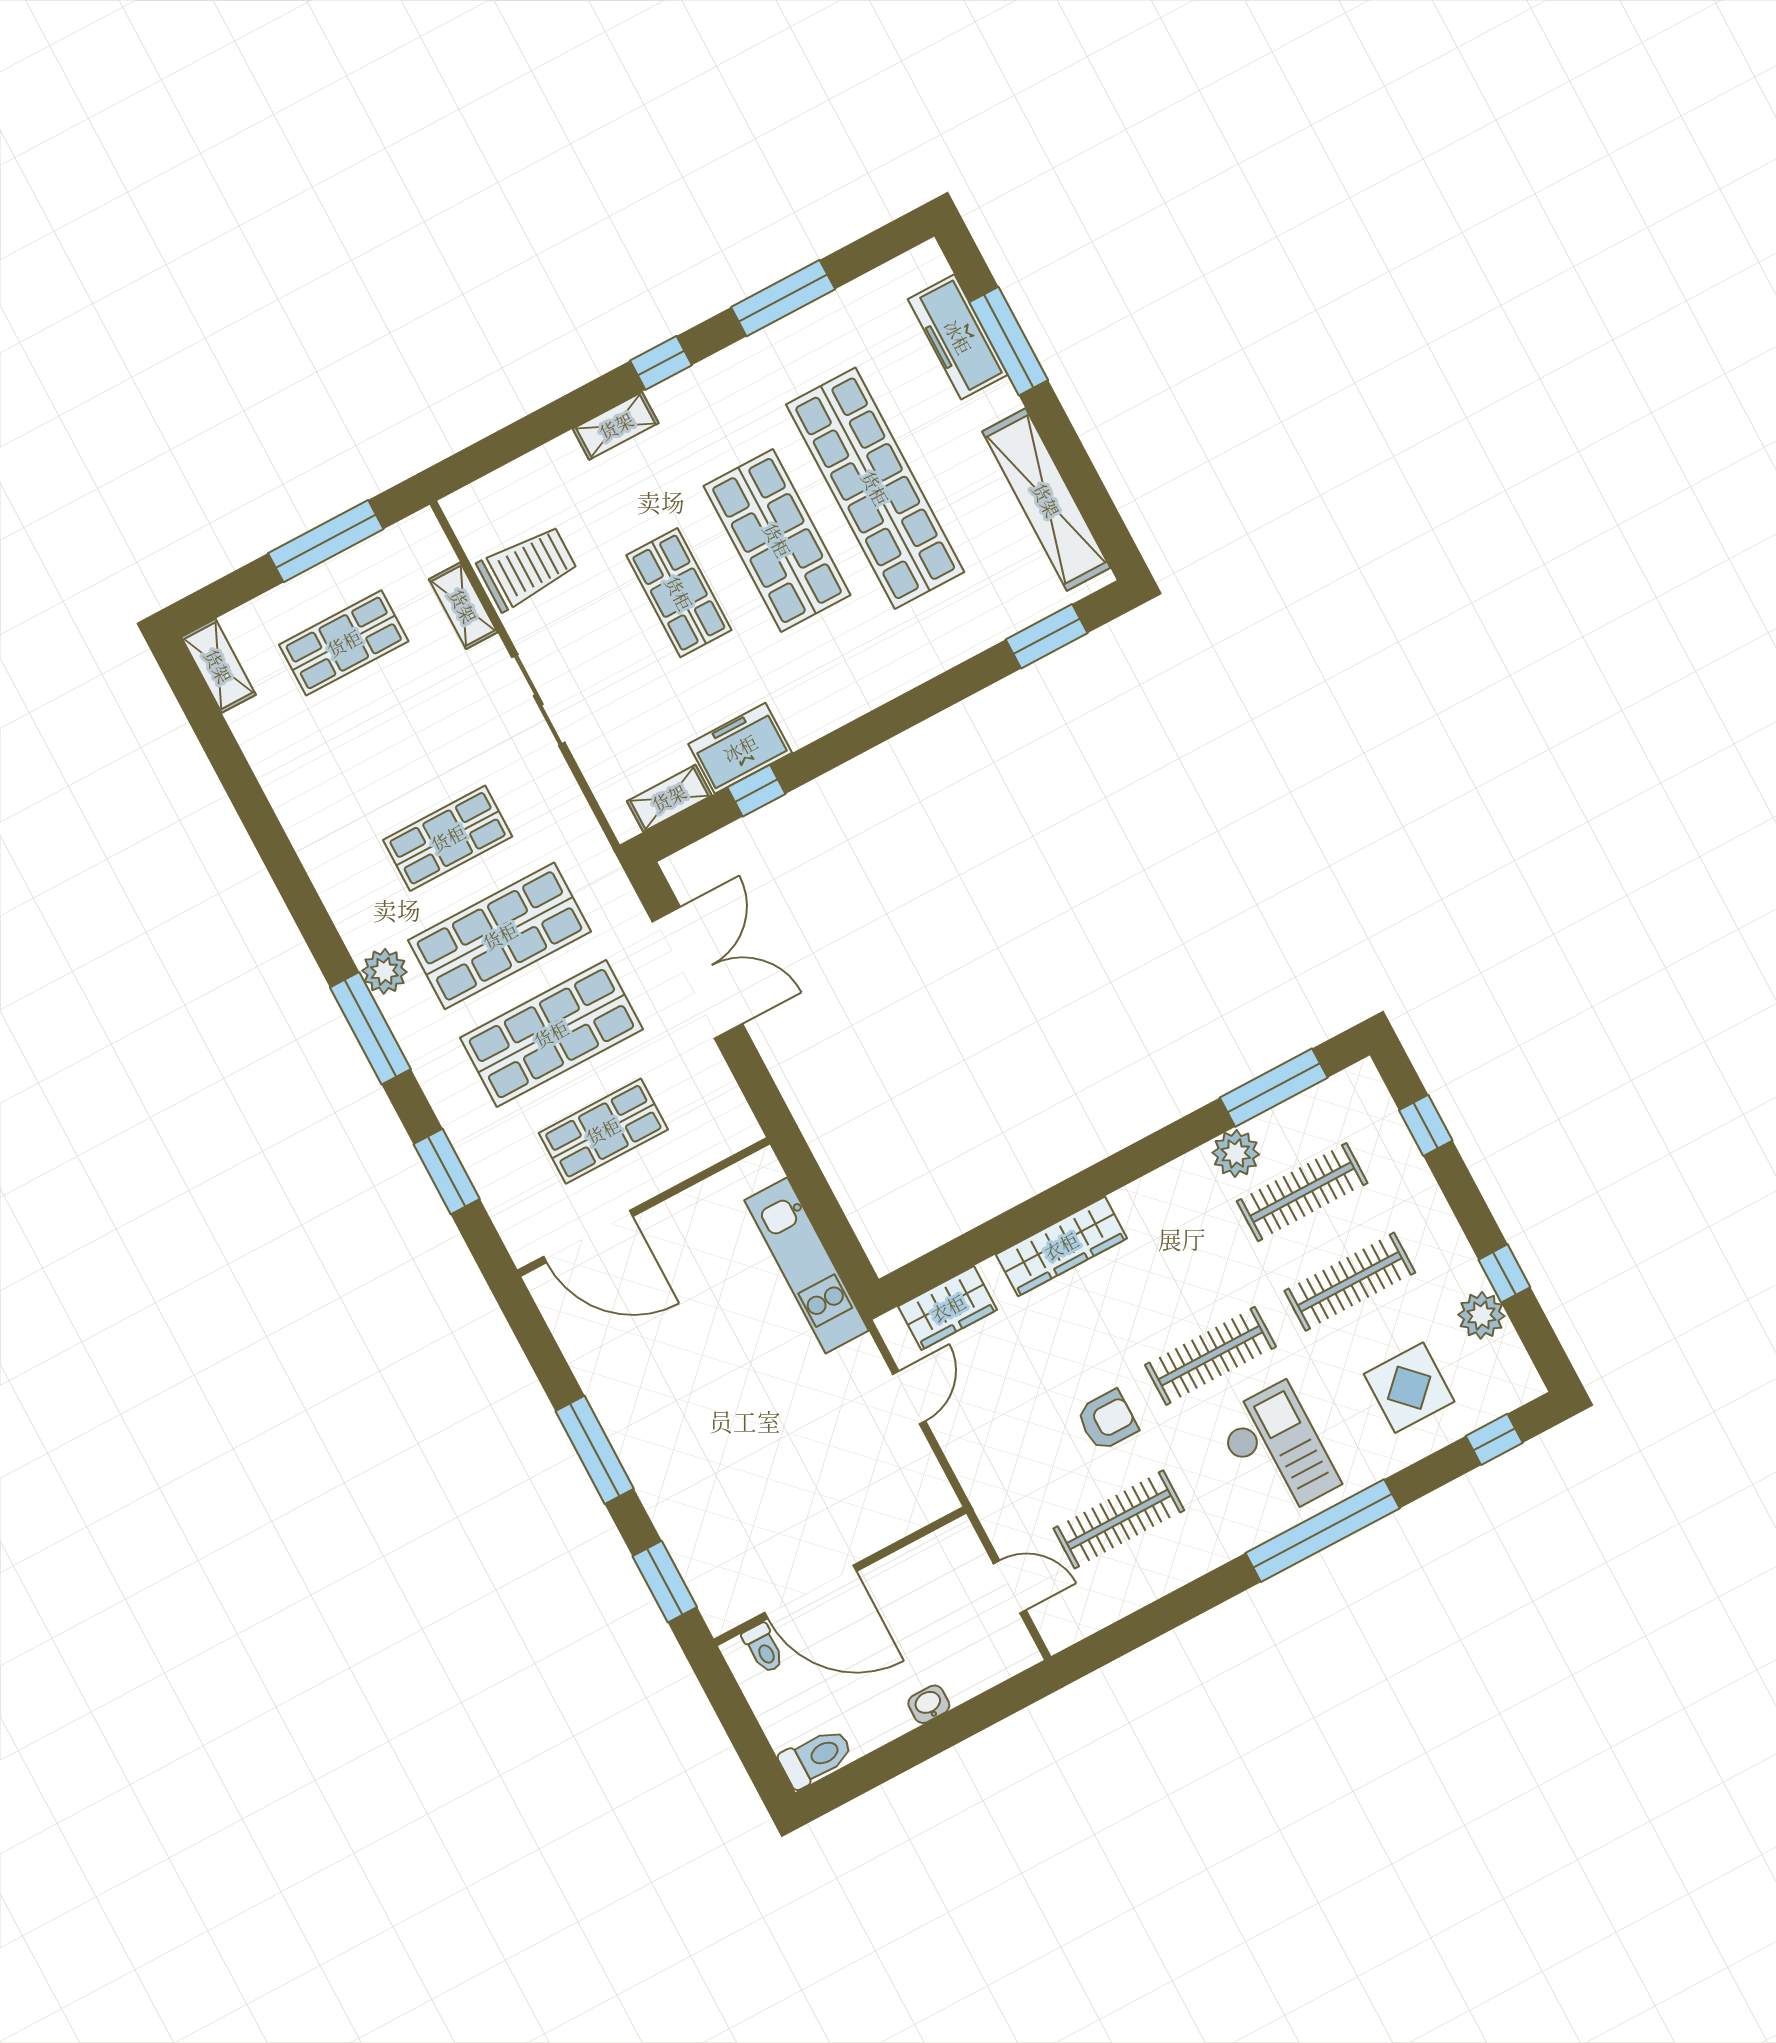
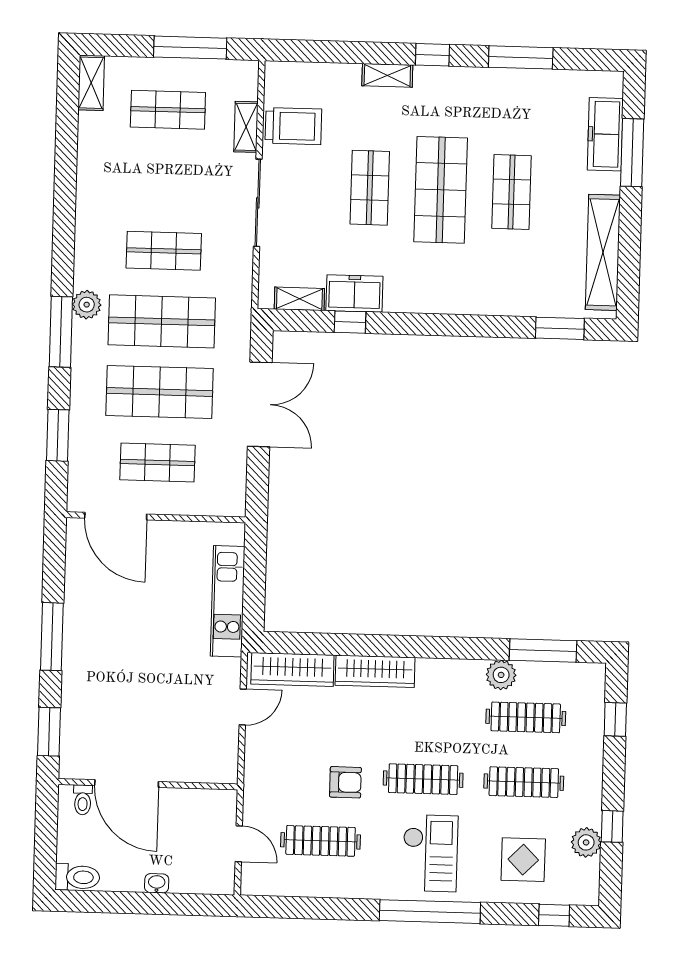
shop shelf: (875, 488) -> (512, 192), width x0.50, depth x0.74
sliding door: (538, 700) -> (258, 203), width x1.37
wardrobe: (948, 1308) -> (292, 670), width x1.50

